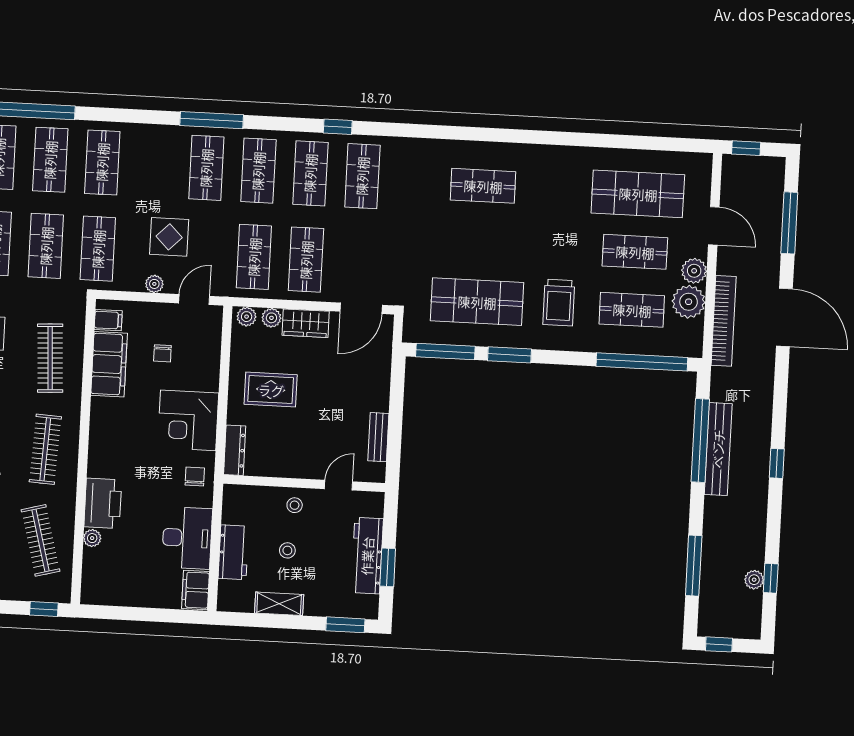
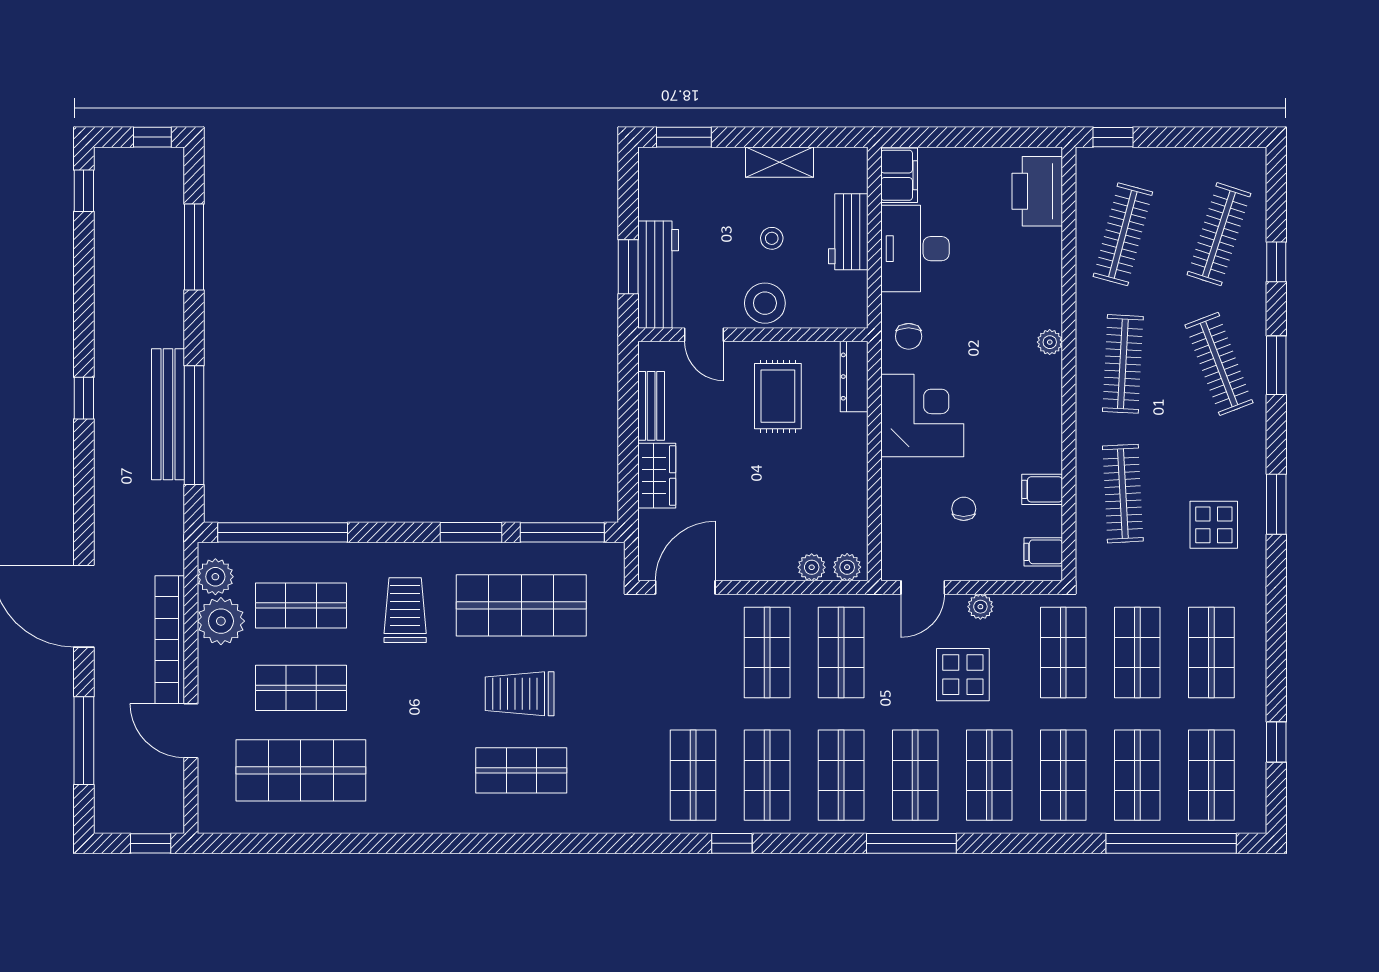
shop shelf: (154, 165) -> (989, 775), added
trolley: (481, 240) -> (520, 694), added
plant: (694, 271) -> (215, 577), moved
bookcase: (724, 321) -> (170, 640), moved
wardrobe: (306, 323) -> (657, 476), moved, turned 90
filing cabinet: (109, 364) -> (1042, 489), width x0.33, depth x0.86
rug: (271, 390) -> (778, 396), moved, turned 90
door: (339, 485) -> (704, 335), hinge flipped
printer: (103, 503) -> (1037, 191), moved
stool: (295, 505) -> (765, 303), width x1.89, depth x1.89
plant: (92, 538) -> (1050, 342), moved
clothes rail: (41, 540) -> (1123, 234), turned 30
workbench: (367, 556) -> (658, 275), moved
window: (388, 567) -> (628, 267), moved
window: (771, 578) -> (84, 191), moved
plant: (754, 580) -> (107, 232), removed

